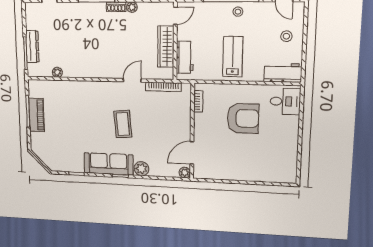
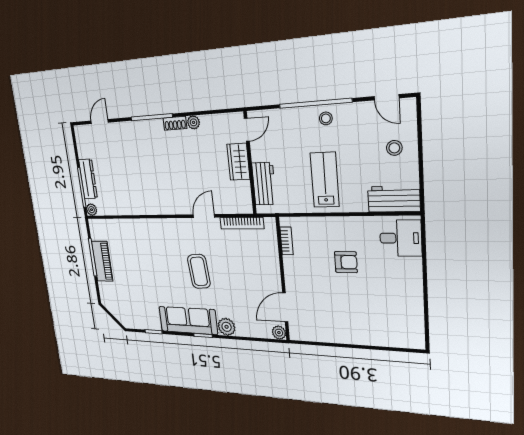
wardrobe: (166, 47) -> (238, 162), width x0.67
plant: (57, 72) -> (92, 210), moved
armchair: (243, 118) -> (346, 262), width x0.53, depth x0.53

